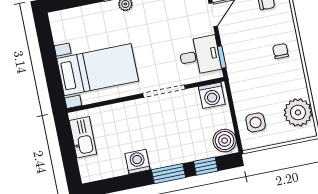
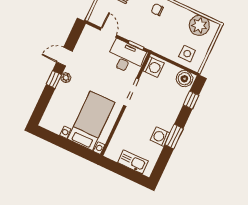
desk: (200, 55) -> (126, 57), width x1.37
kitchen sink: (83, 137) -> (133, 162), moved
window: (168, 174) -> (174, 137), moved

